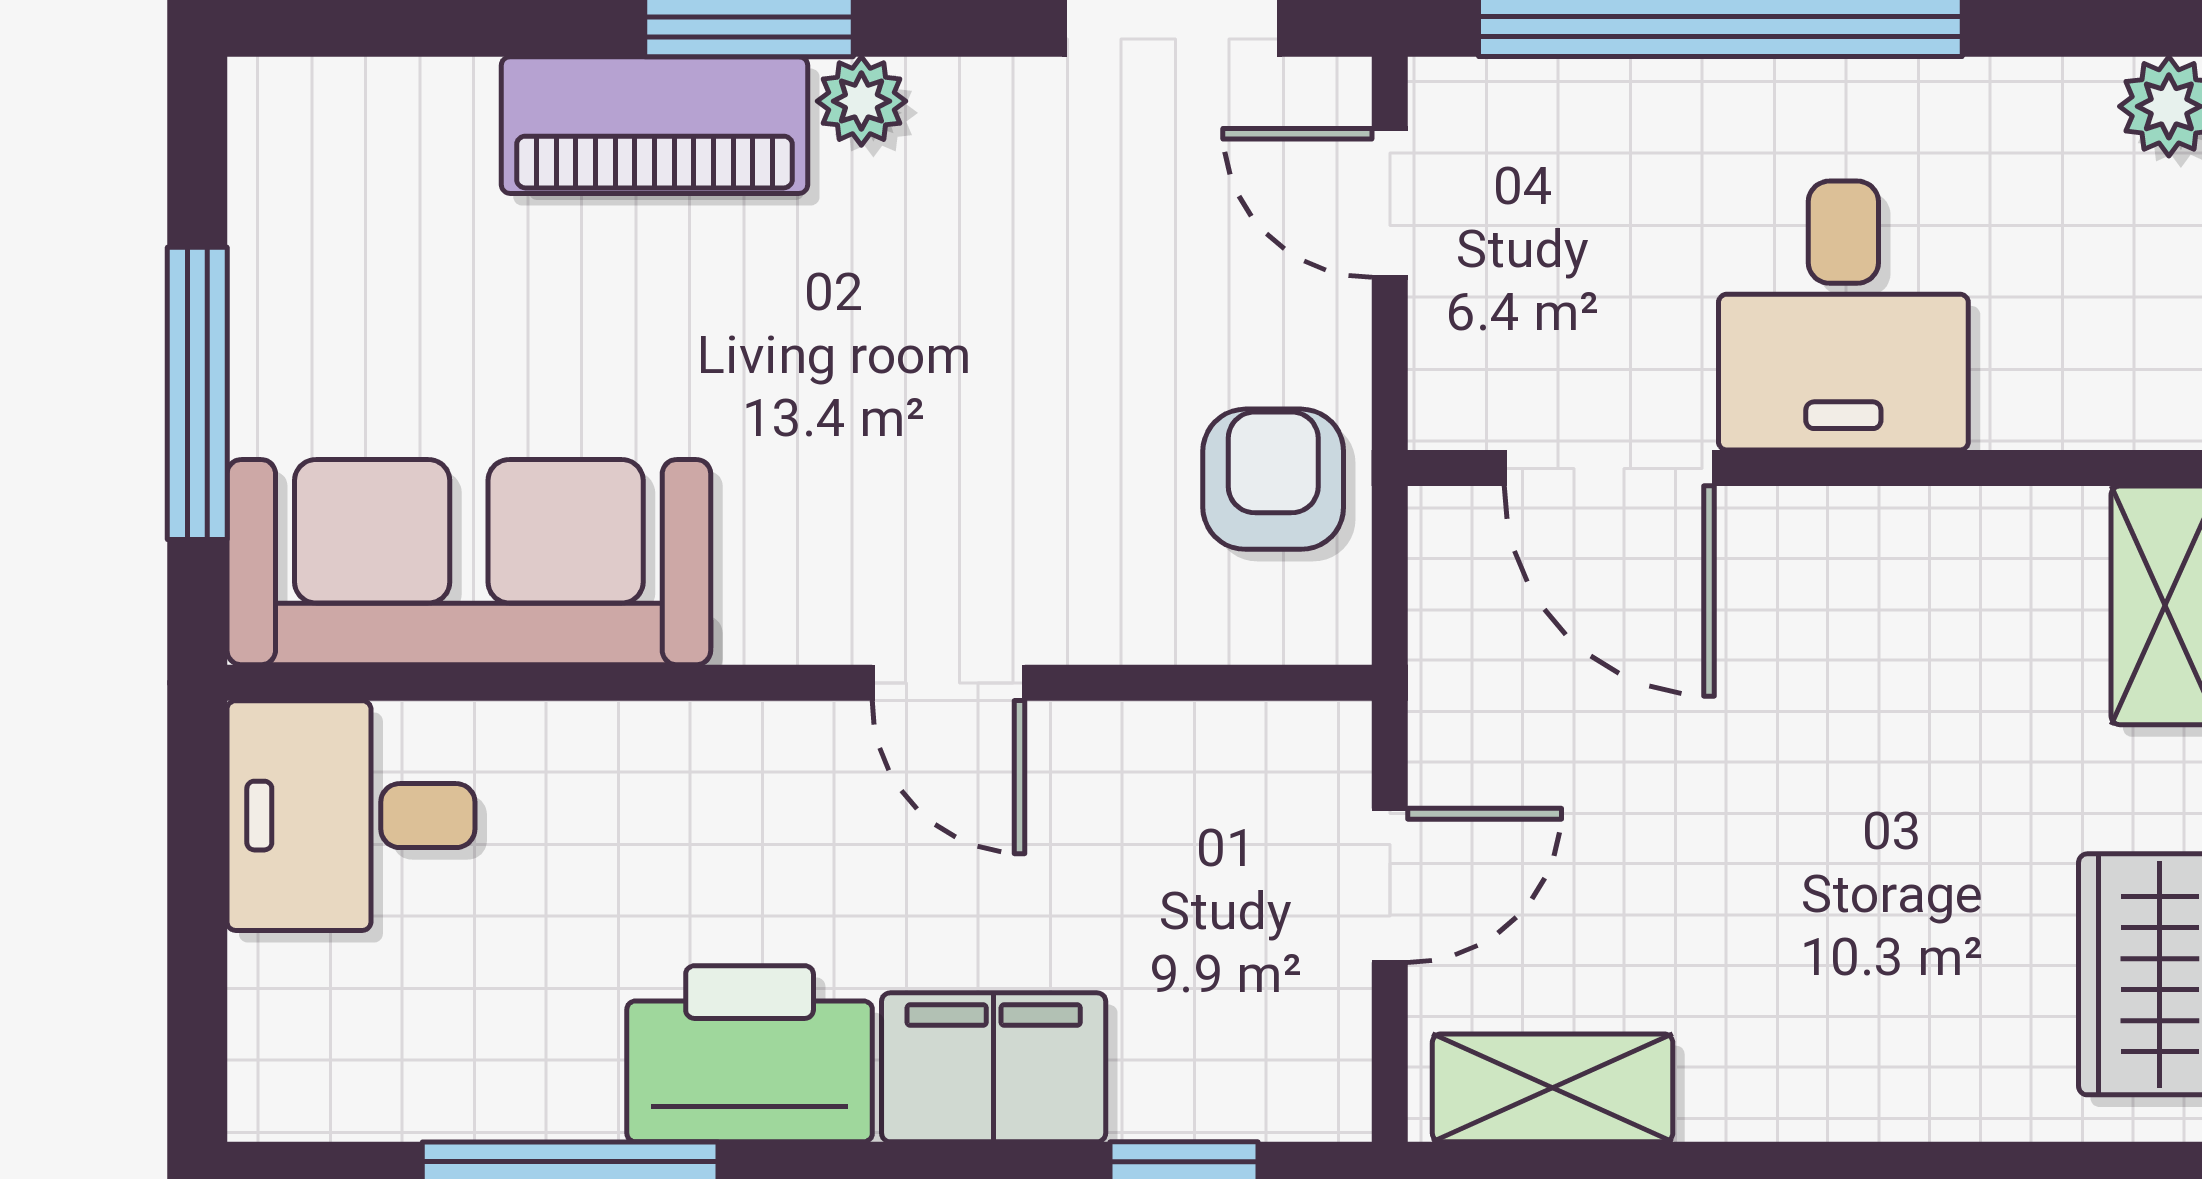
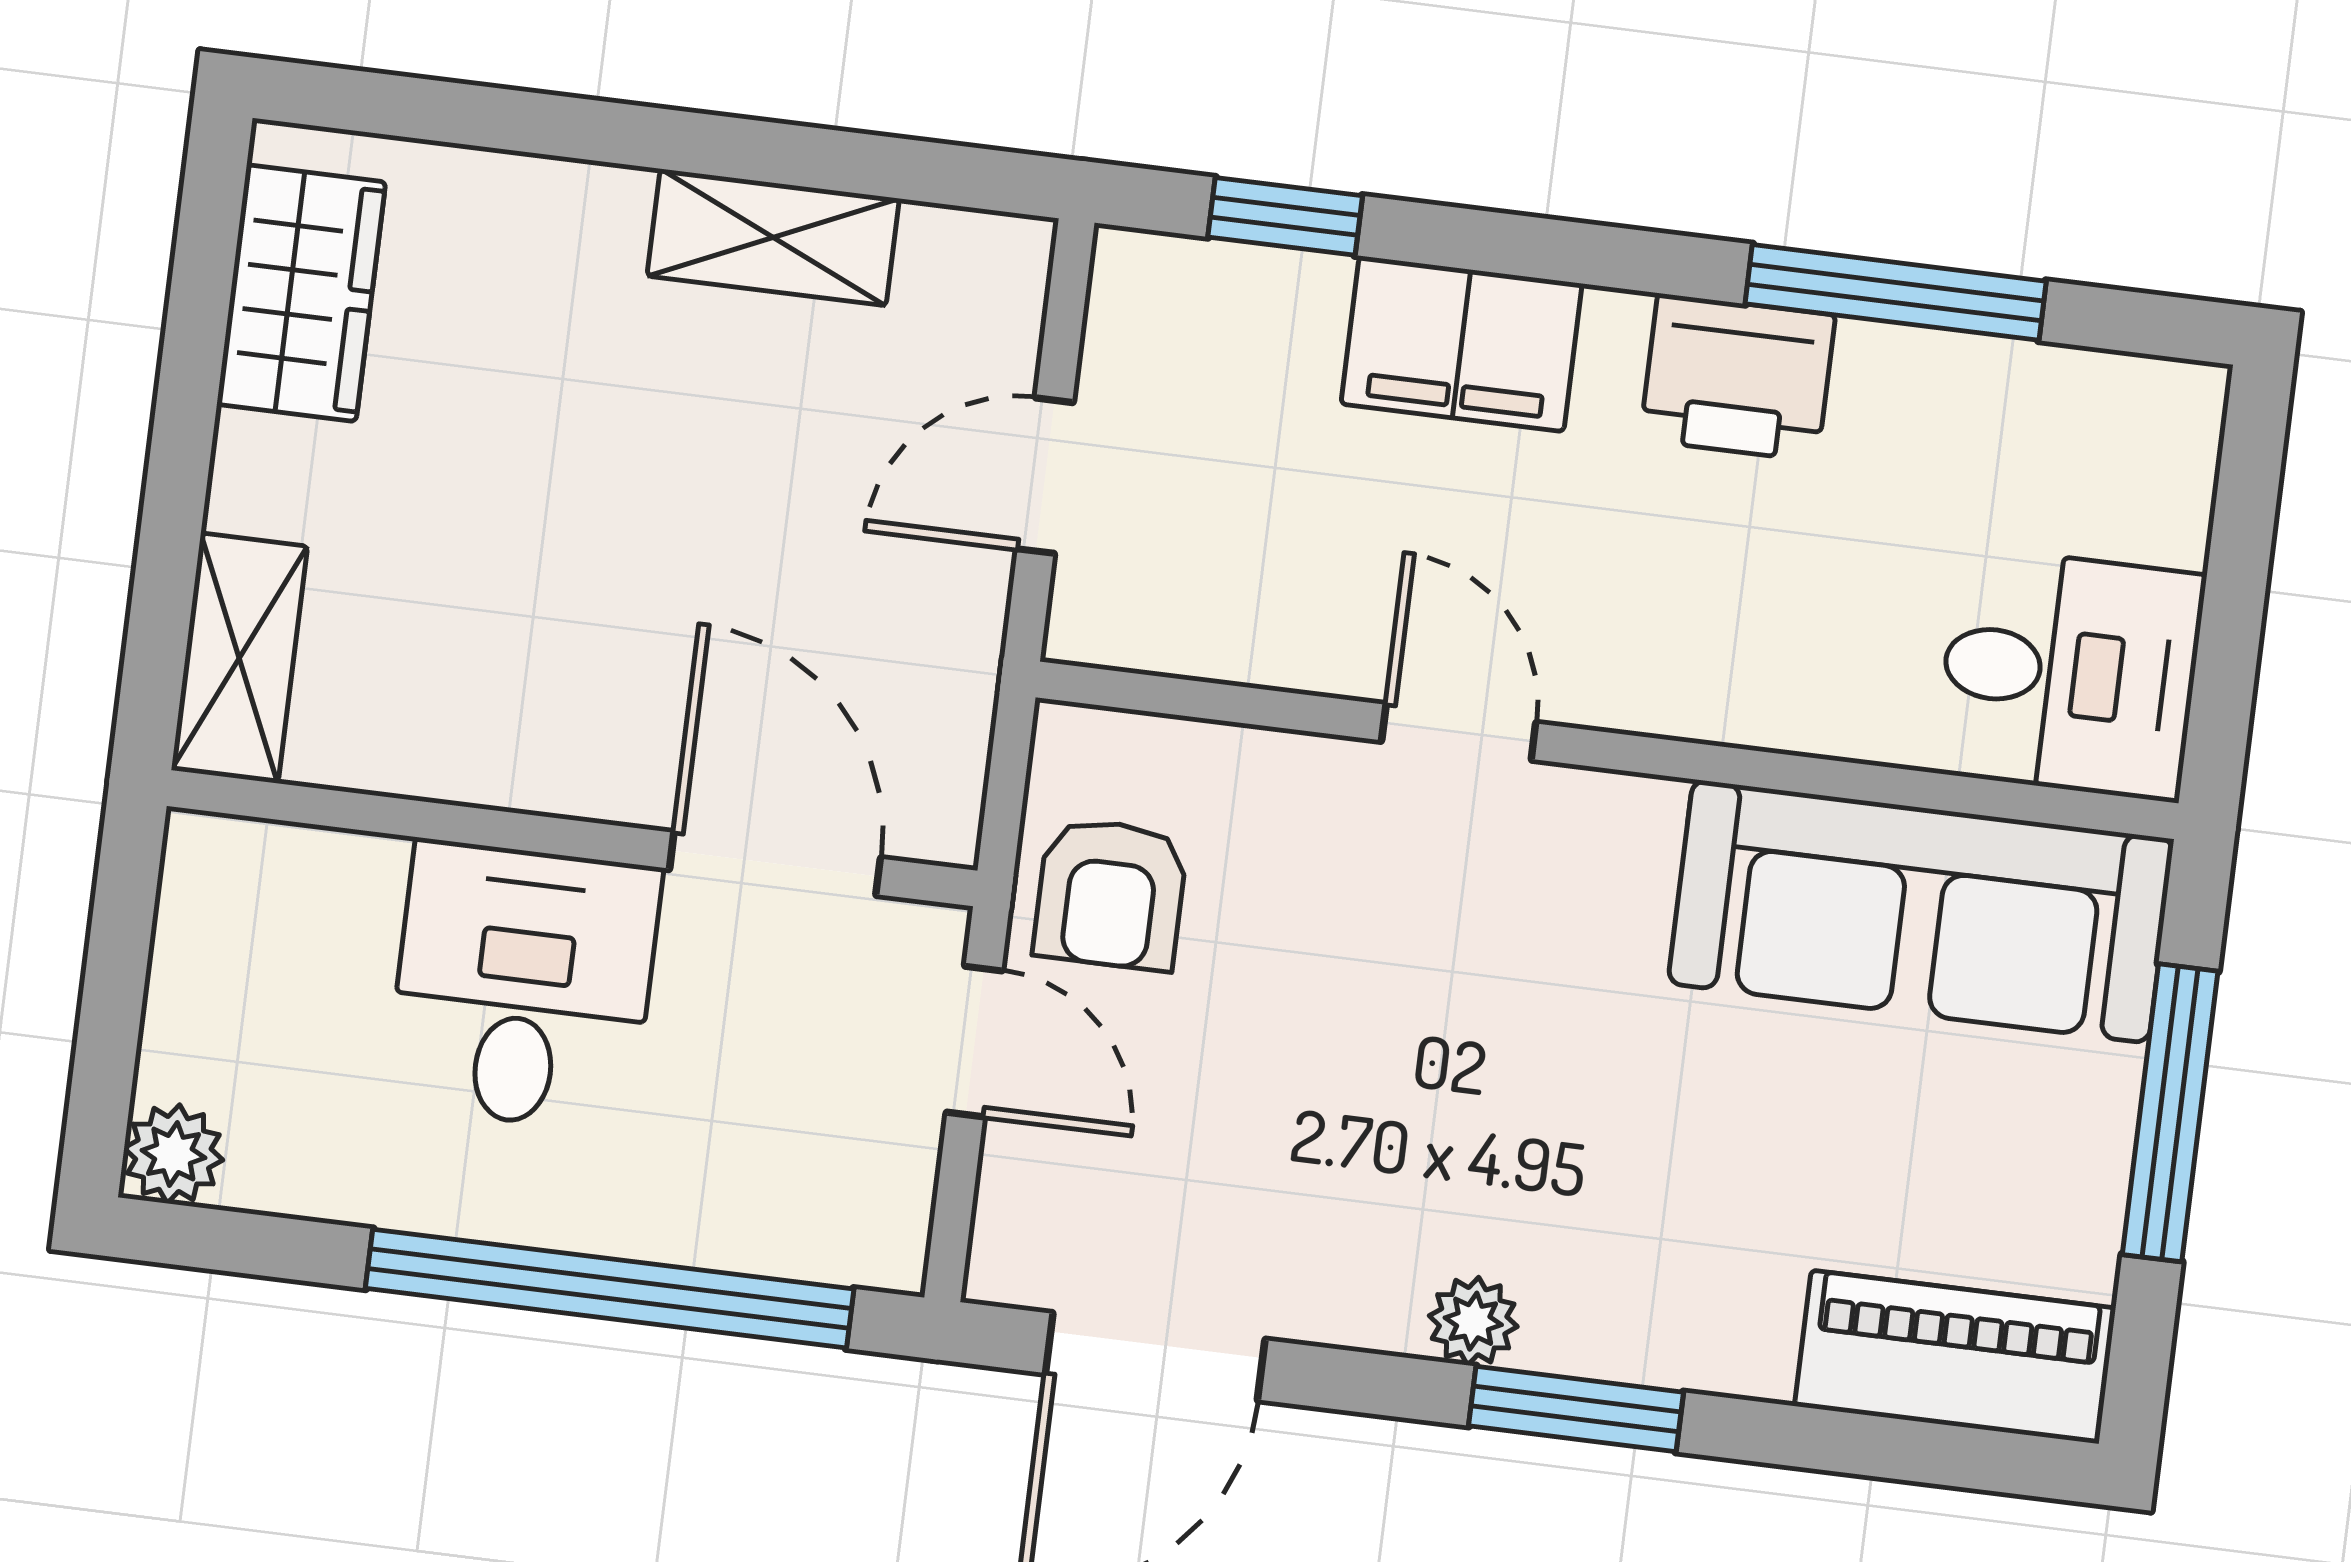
piano: (655, 125) -> (1955, 1357), moved
door: (1390, 203) -> (974, 1041), moved
printer: (750, 1054) -> (1738, 377), width x0.73, depth x0.84
shelving: (1553, 1088) -> (773, 237), moved

